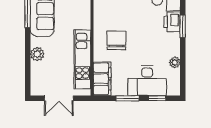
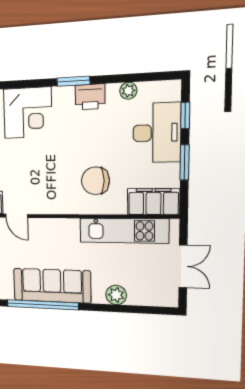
printer: (172, 22) -> (90, 97), moved

